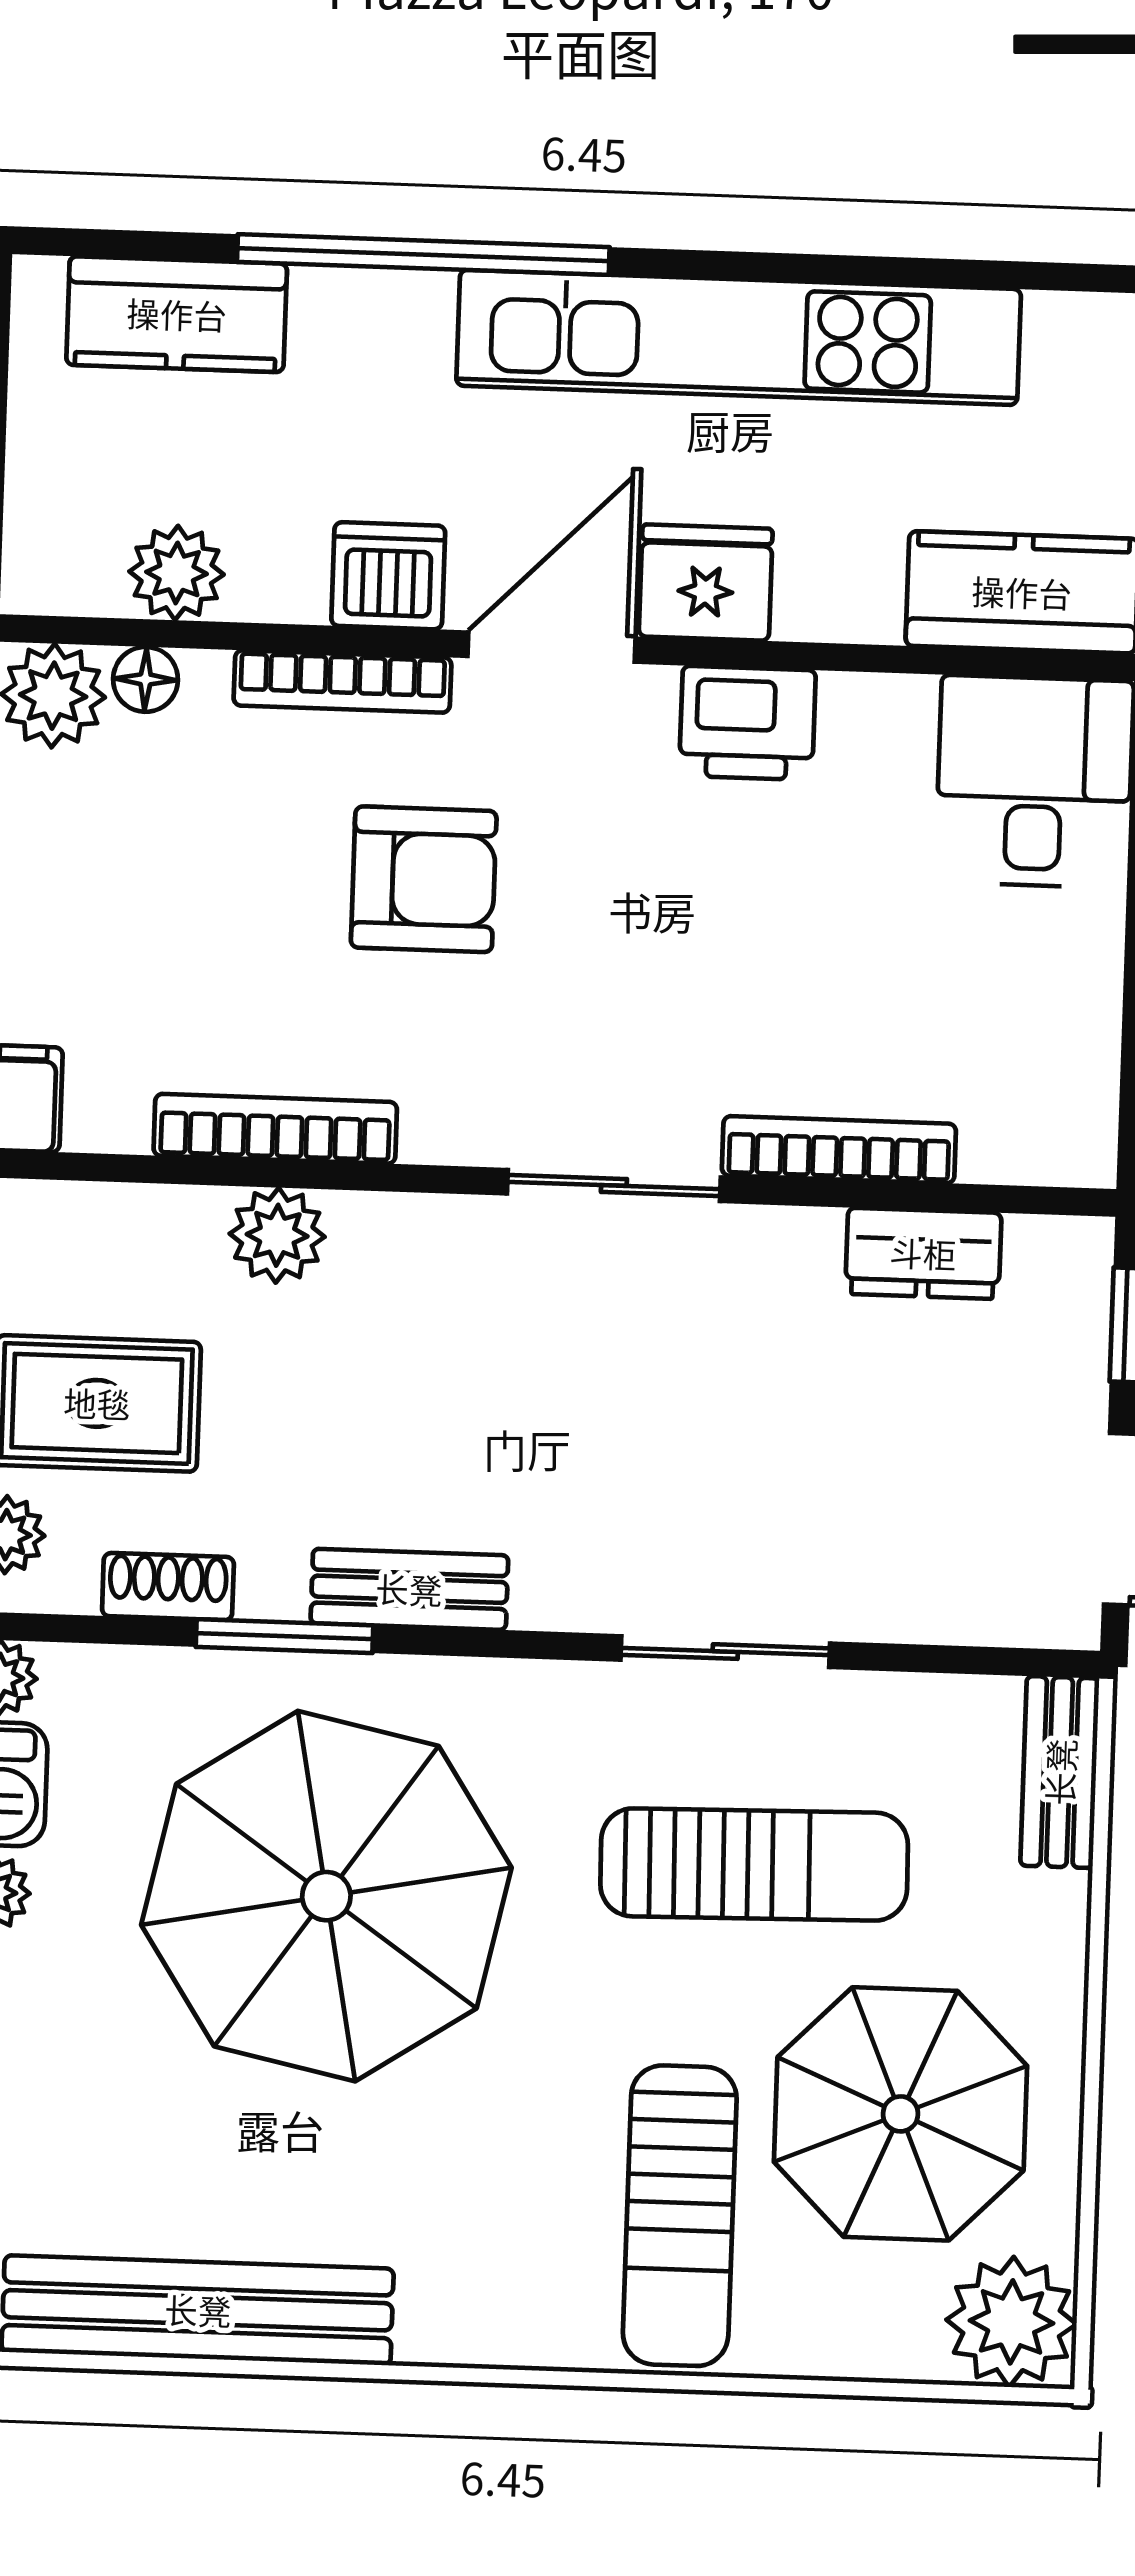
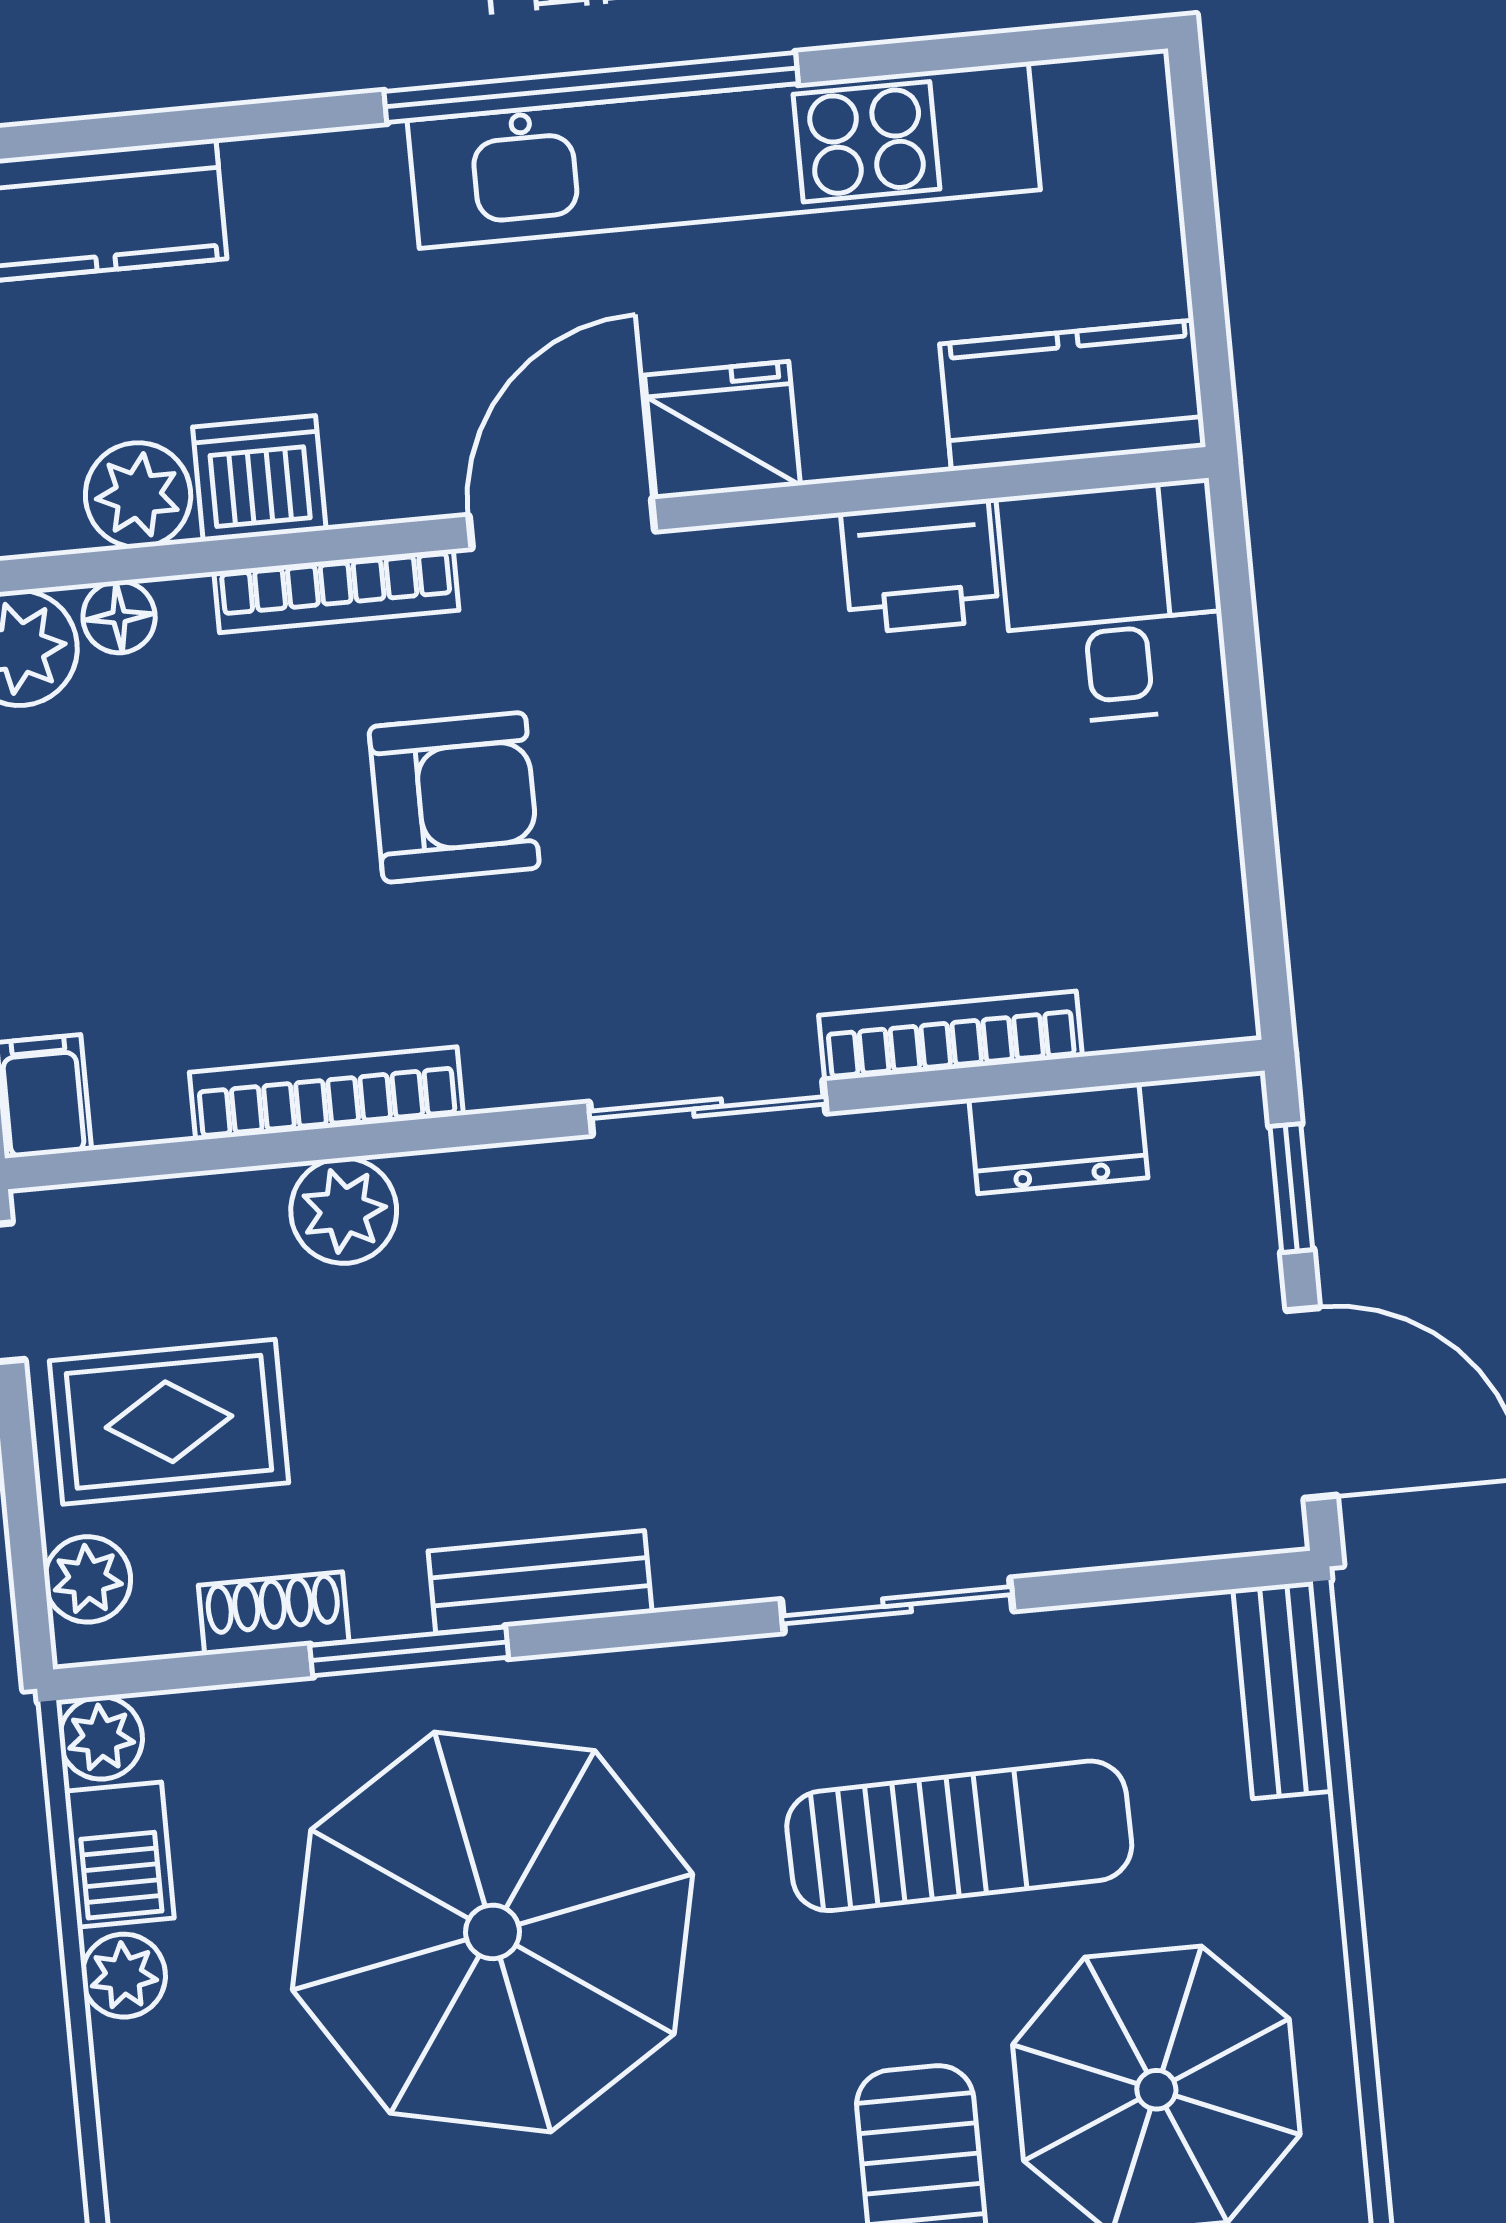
window: (423, 255) -> (591, 87), moved
dishwasher: (388, 576) -> (259, 479), moved
printer: (747, 723) -> (920, 566), moved

